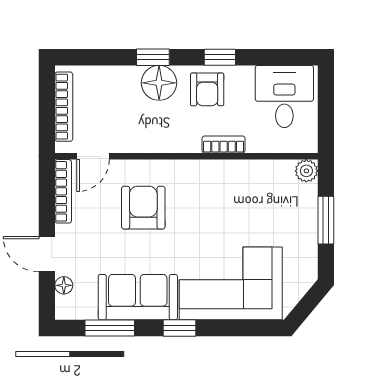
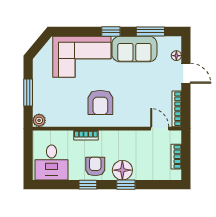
bookcase: (64, 107) -> (176, 157), width x0.64
door: (93, 156) -> (160, 129), hinge flipped
armchair: (143, 208) -> (100, 102), moved

